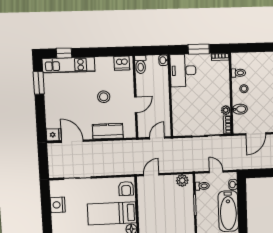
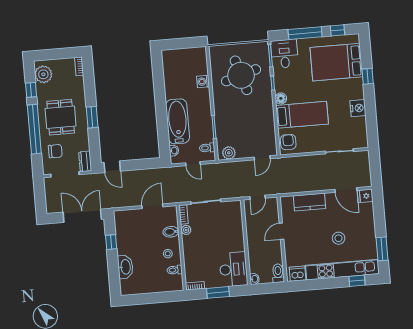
kitchen unit: (69, 65) -> (342, 270), width x1.36
stool: (104, 97) -> (339, 238), moved
nightstand: (58, 205) -> (358, 108), moved

